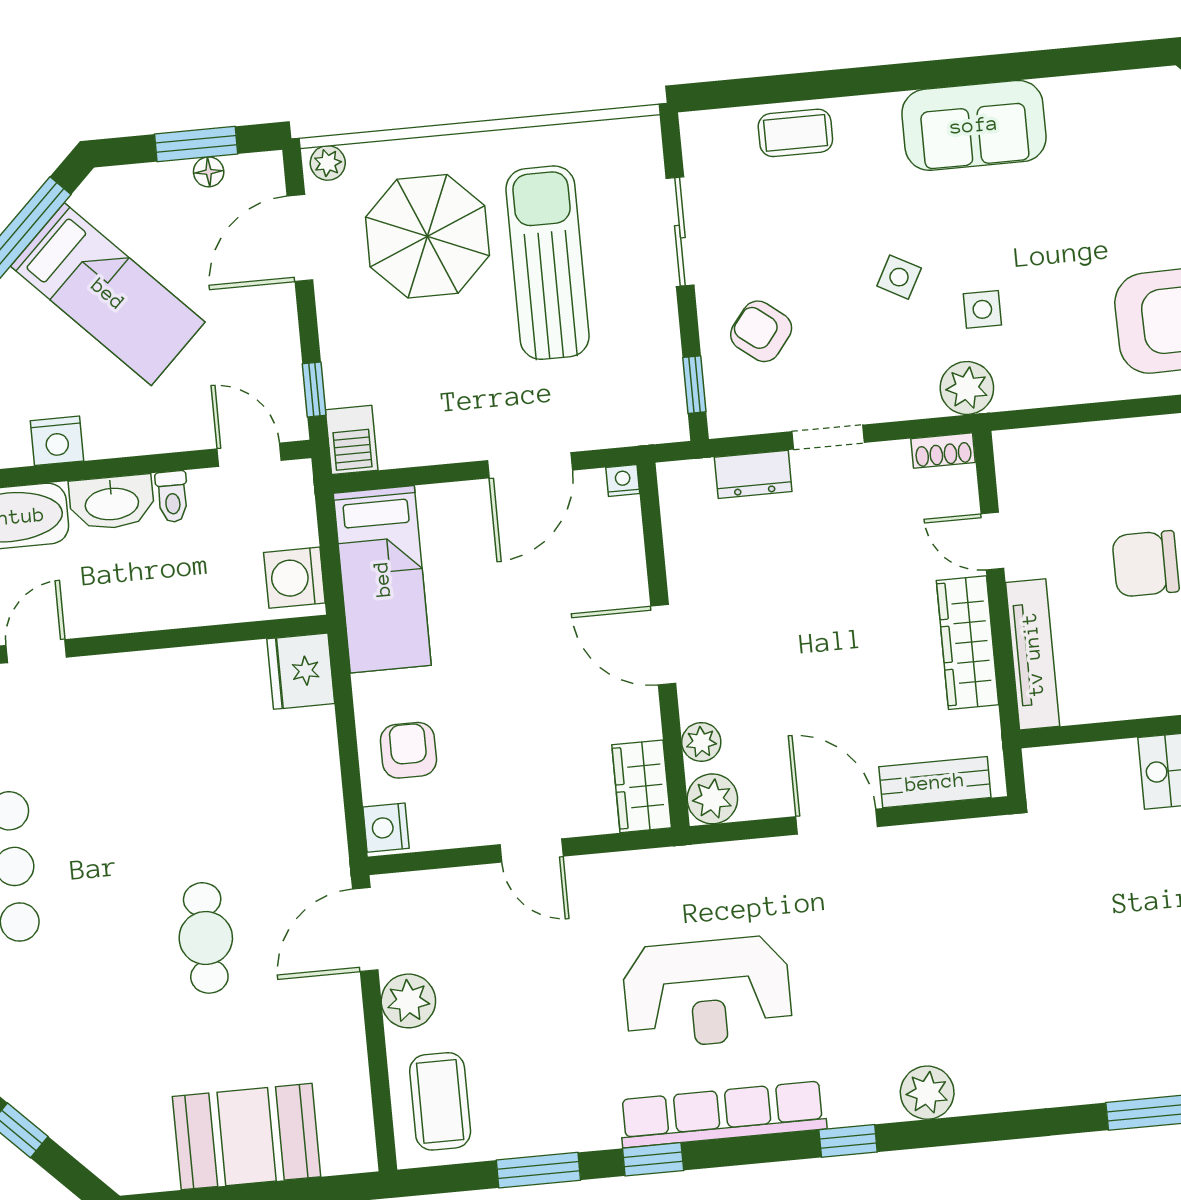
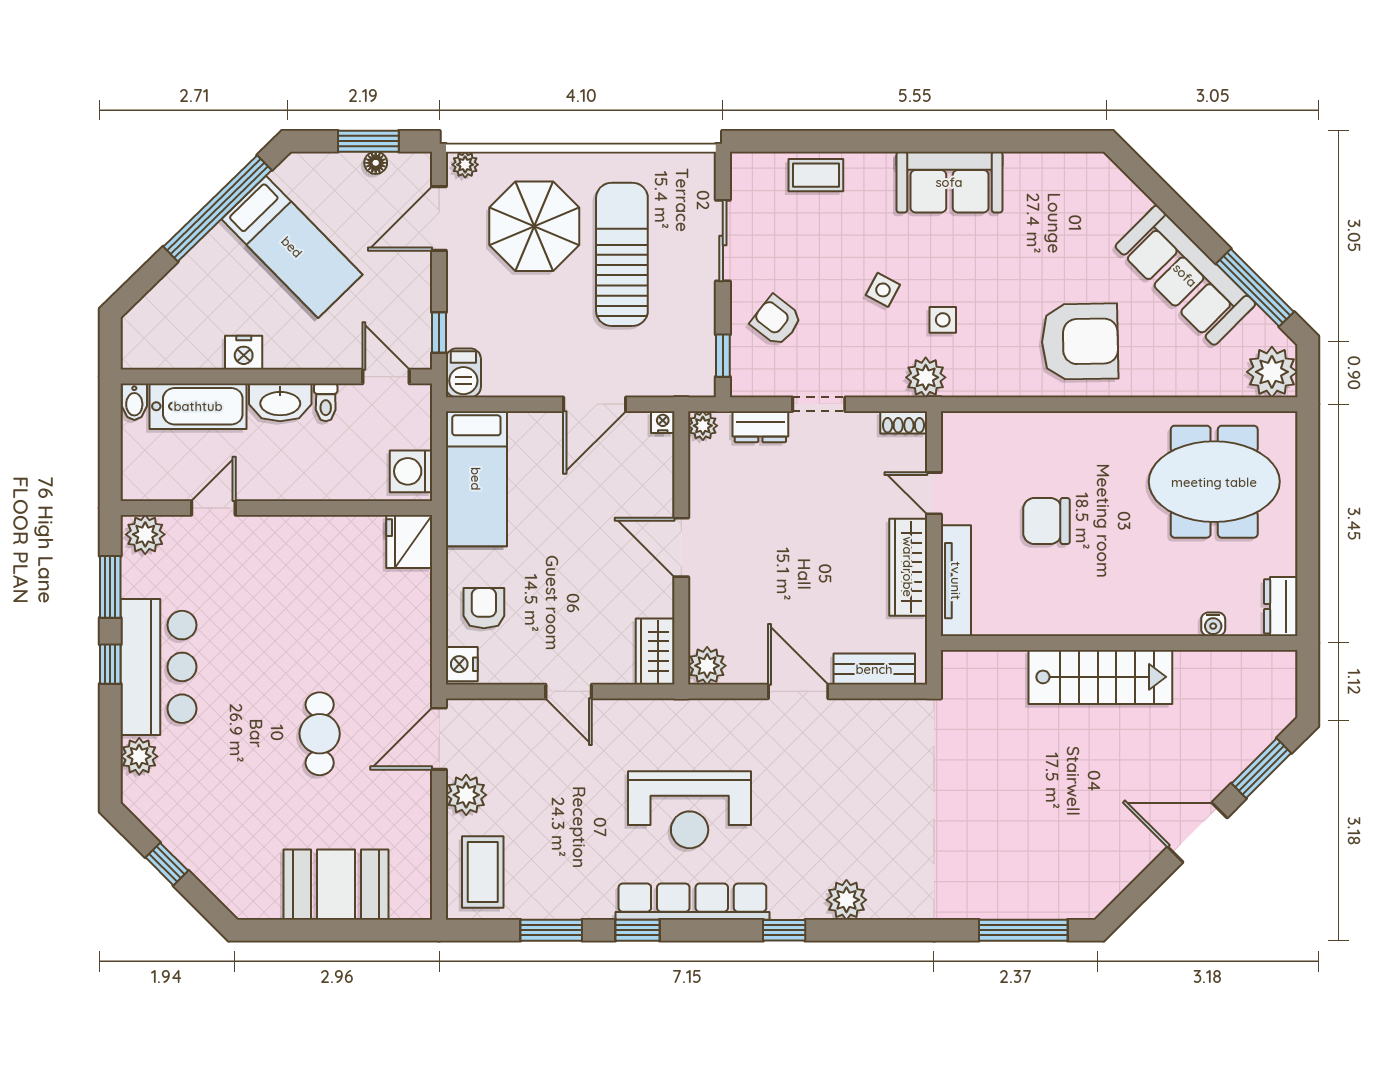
plant: (701, 742) -> (703, 426), moved

